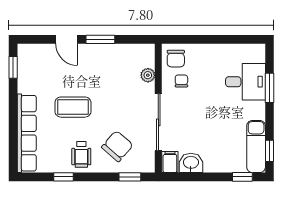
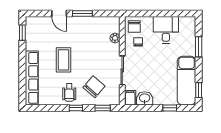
desk: (246, 82) -> (166, 30), moved, turned -90
coffee table: (73, 107) -> (64, 60), turned 90
sliding door: (158, 122) -> (122, 70), width x0.73
exam couch: (256, 147) -> (187, 81), width x1.36, depth x1.45
window: (63, 177) -> (76, 108), moved
window: (242, 177) -> (170, 108), moved

